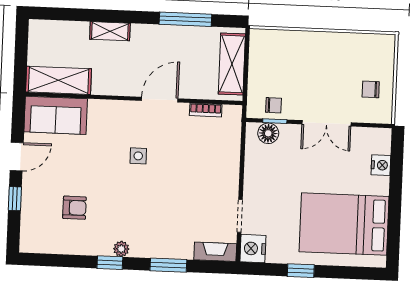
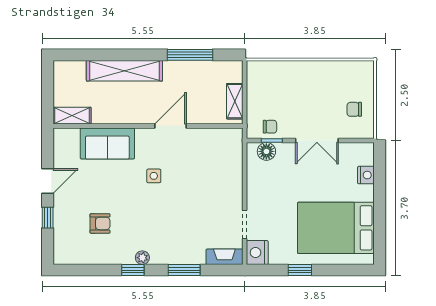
shelving: (110, 31) -> (124, 71), width x2.20, depth x1.33
shelving: (232, 64) -> (235, 101), width x0.67, depth x0.75
shelving: (59, 80) -> (72, 116), width x0.67, depth x0.75
bookcase: (206, 110) -> (211, 133), removed
sofa: (56, 115) -> (107, 143), moved

